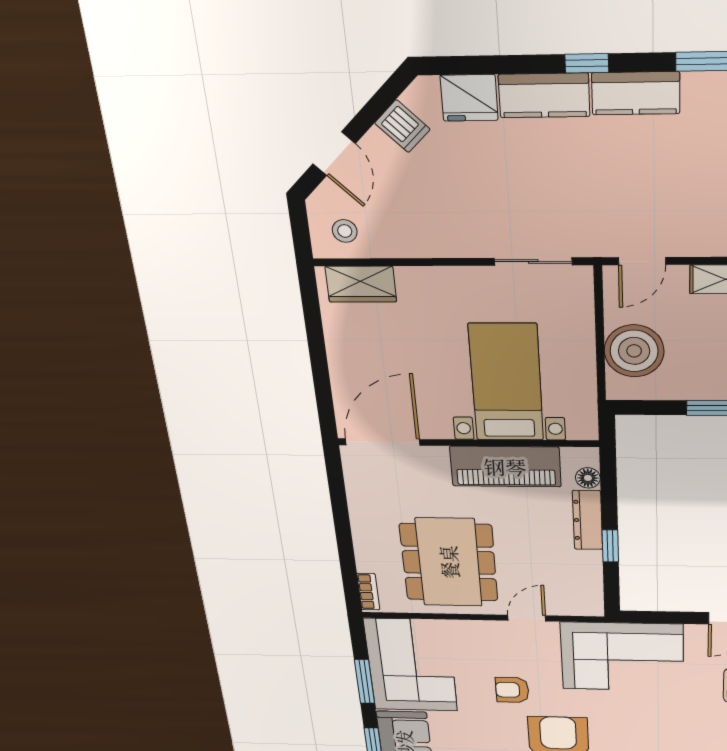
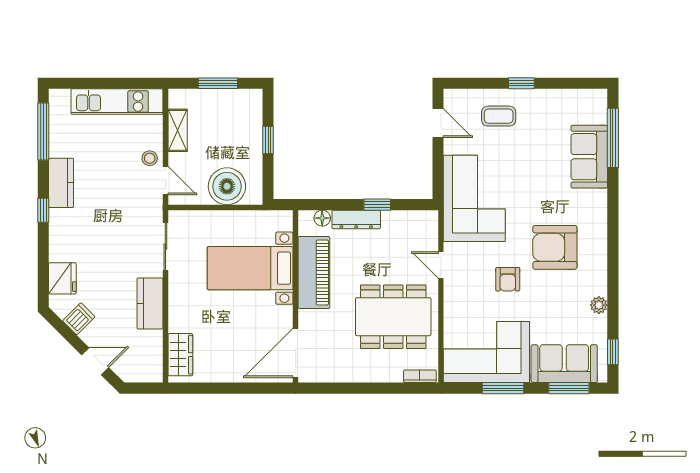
kitchen counter: (544, 95) -> (150, 303), moved, turned 180
stool: (345, 231) -> (150, 158), moved
door: (383, 442) -> (296, 353), hinge flipped

